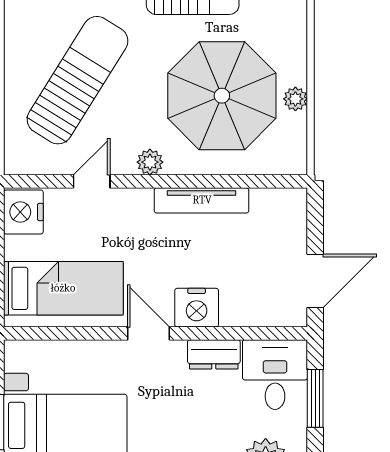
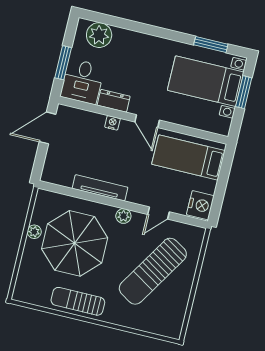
nightstand: (197, 308) -> (112, 123), width x0.53, depth x0.56

